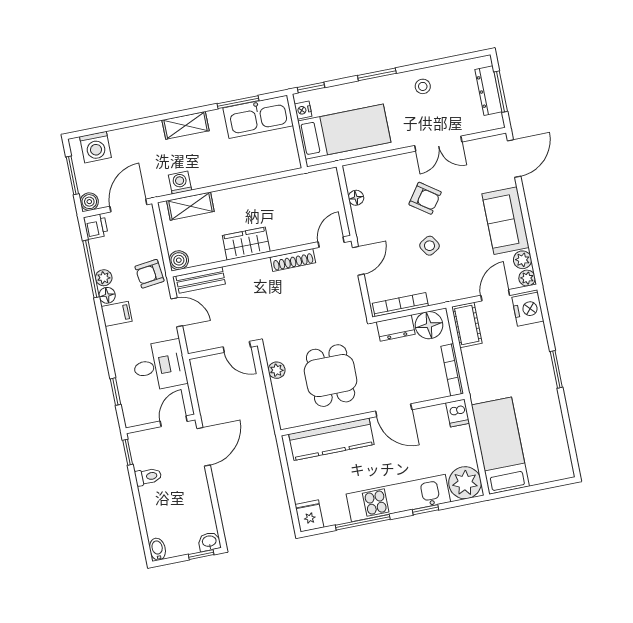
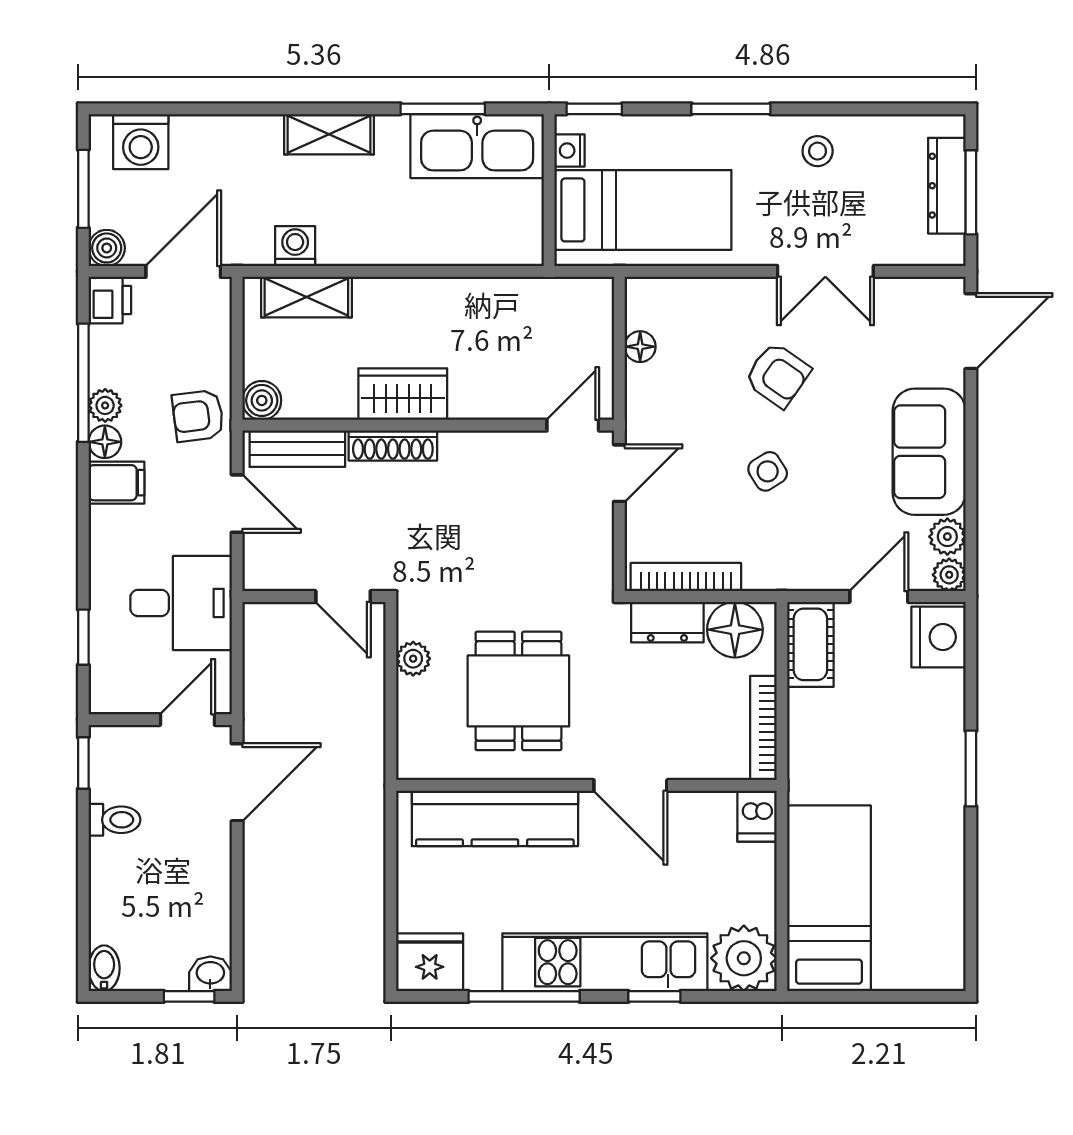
shoe rack: (293, 260) -> (393, 445), moved
fridge: (309, 516) -> (430, 962), width x1.38

